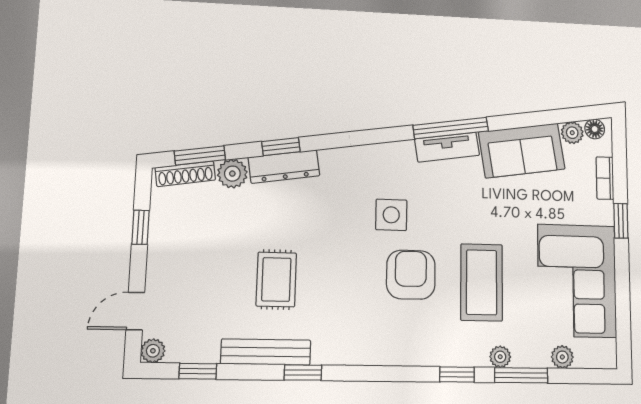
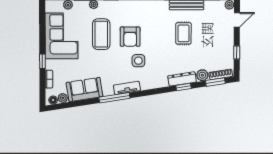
tv unit: (447, 147) -> (127, 88), moved

